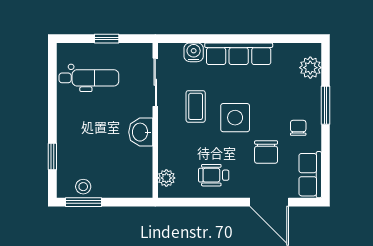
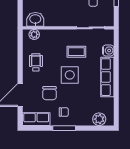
window: (326, 105) -> (64, 128), moved
washbasin: (141, 132) -> (35, 19), moved
chair: (266, 152) -> (50, 93), turned -90

